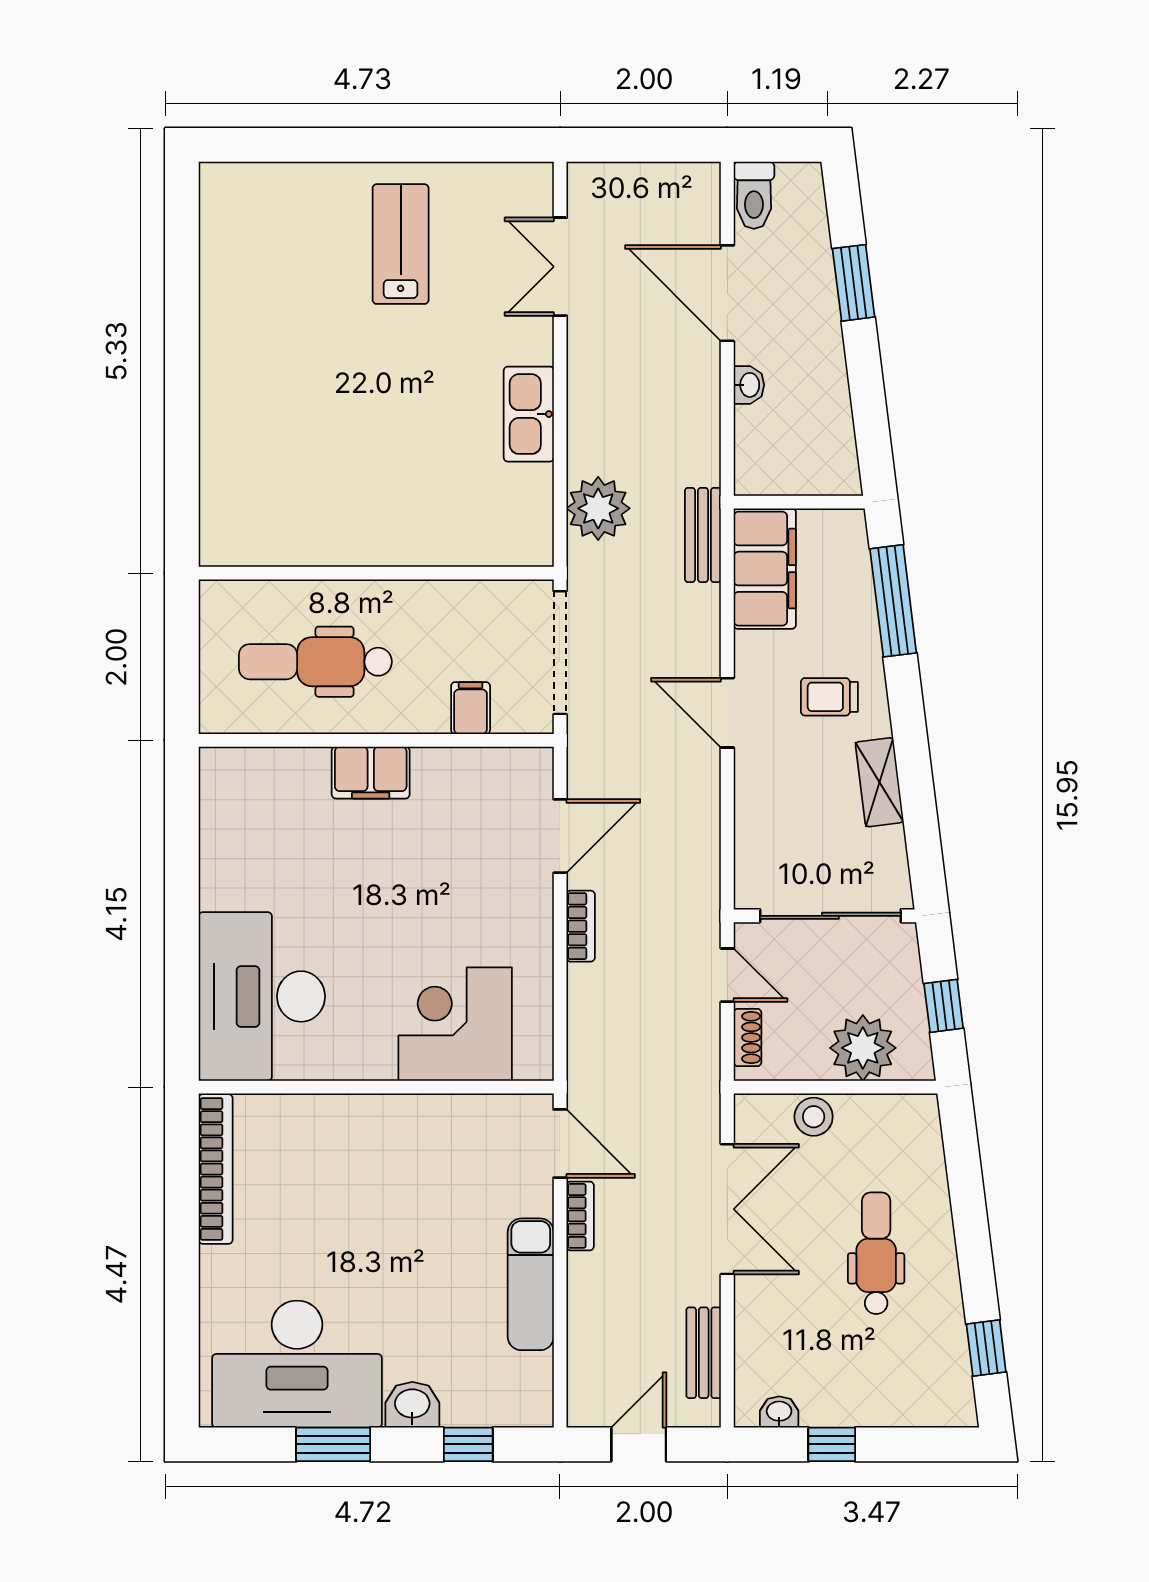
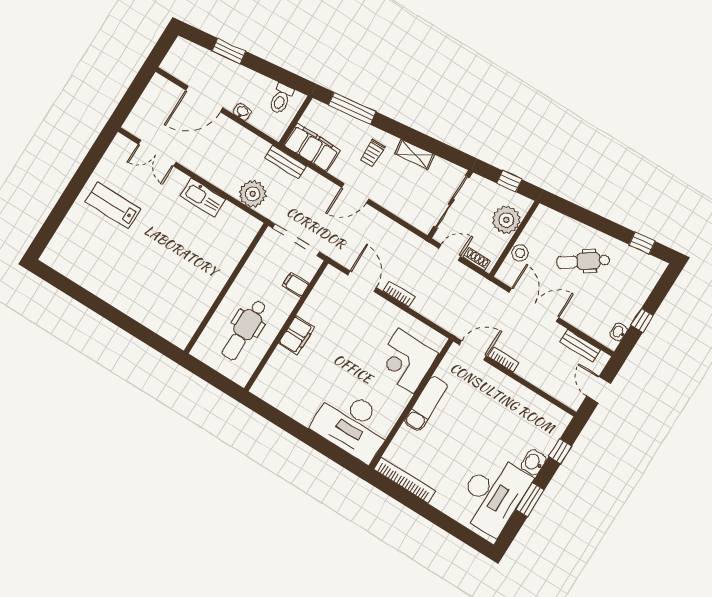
toilet: (754, 195) -> (281, 99), moved, turned 83
dental chair: (876, 1253) -> (583, 261), turned -35
exam couch: (531, 1284) -> (426, 403), moved, turned -90

